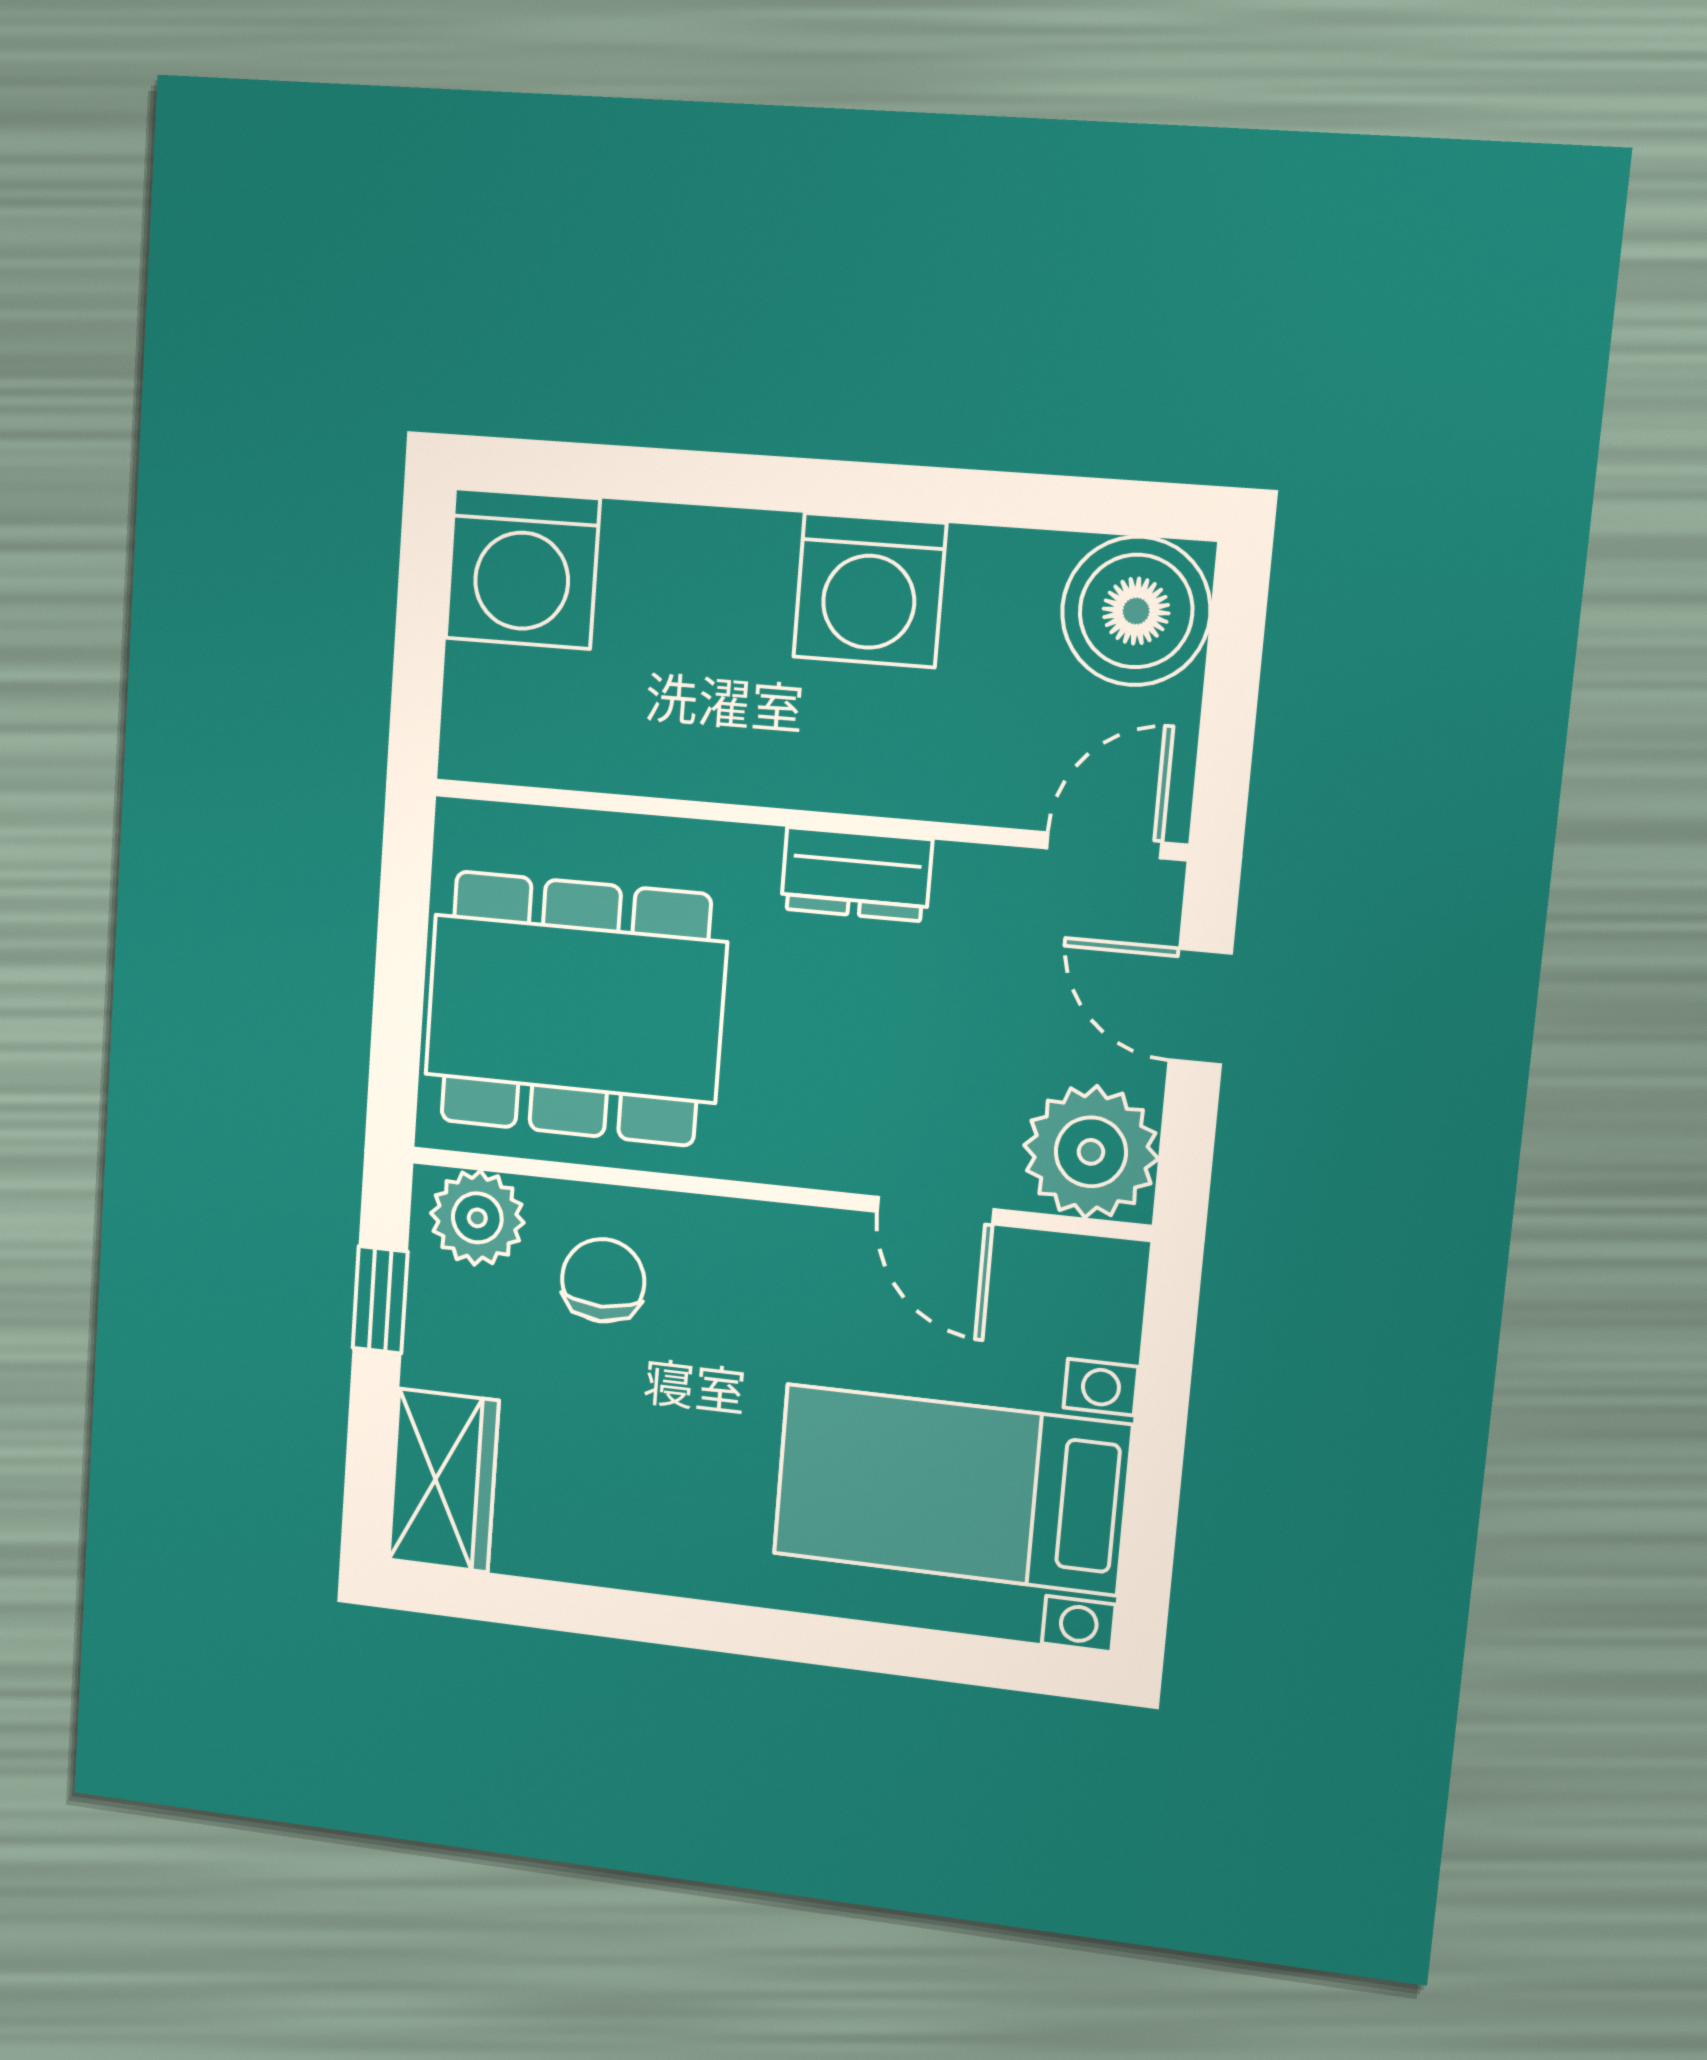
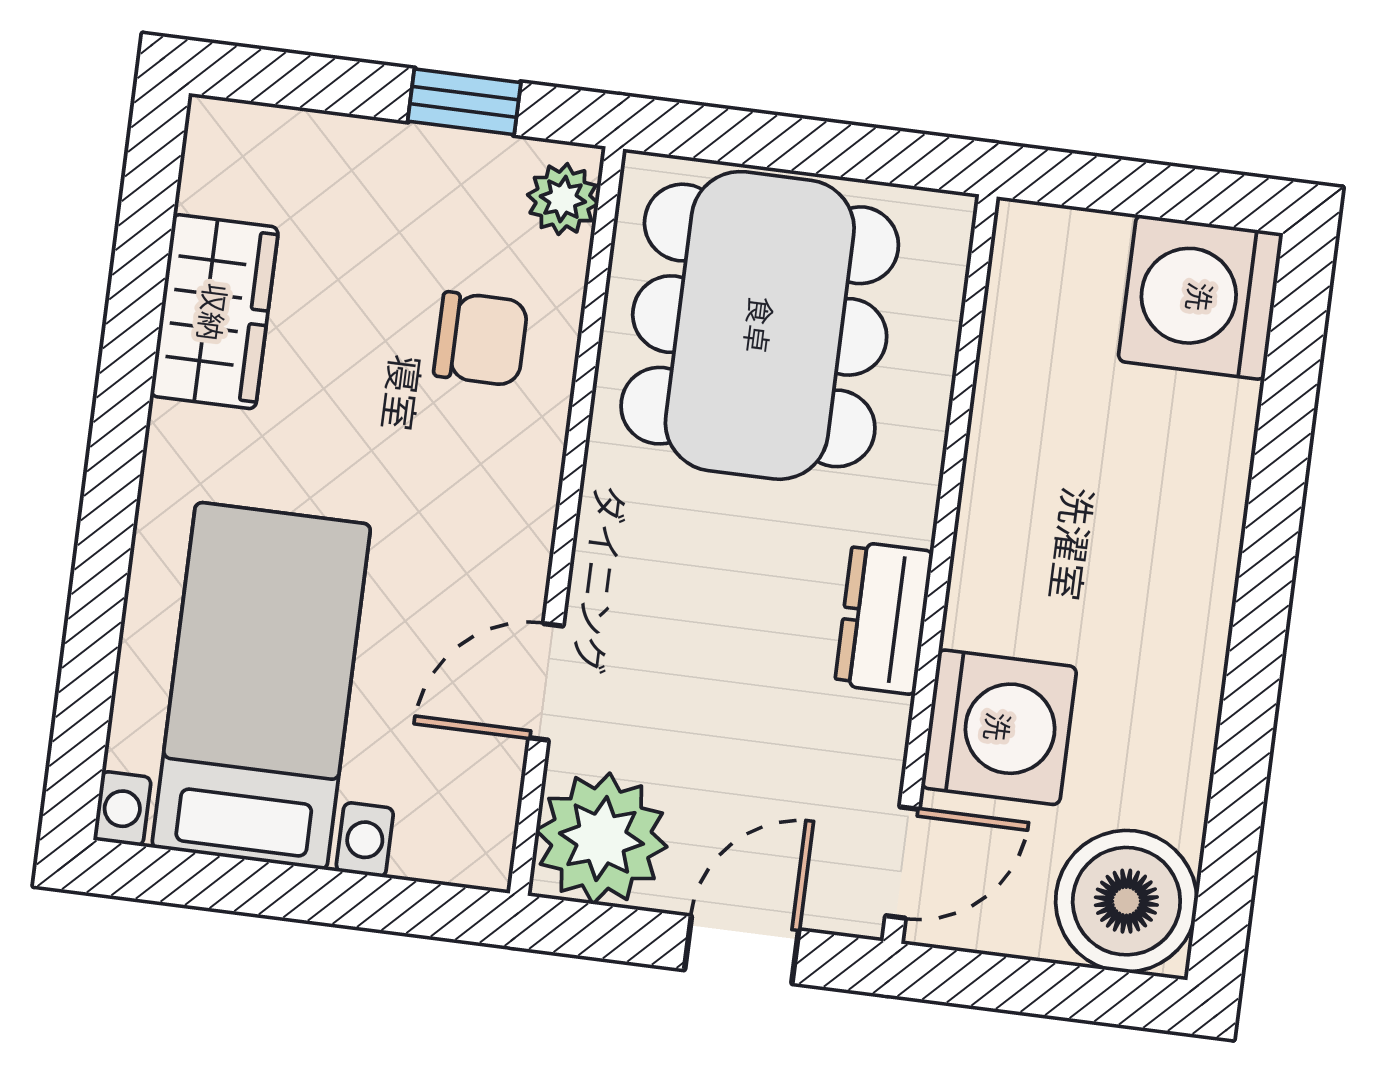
washing machine: (870, 590) -> (999, 727), moved, turned 180
door: (1104, 845) -> (902, 862), hinge flipped
plant: (477, 1218) -> (563, 199), width x0.73, depth x0.73
wardrobe: (443, 1480) -> (214, 312), moved, turned -90

